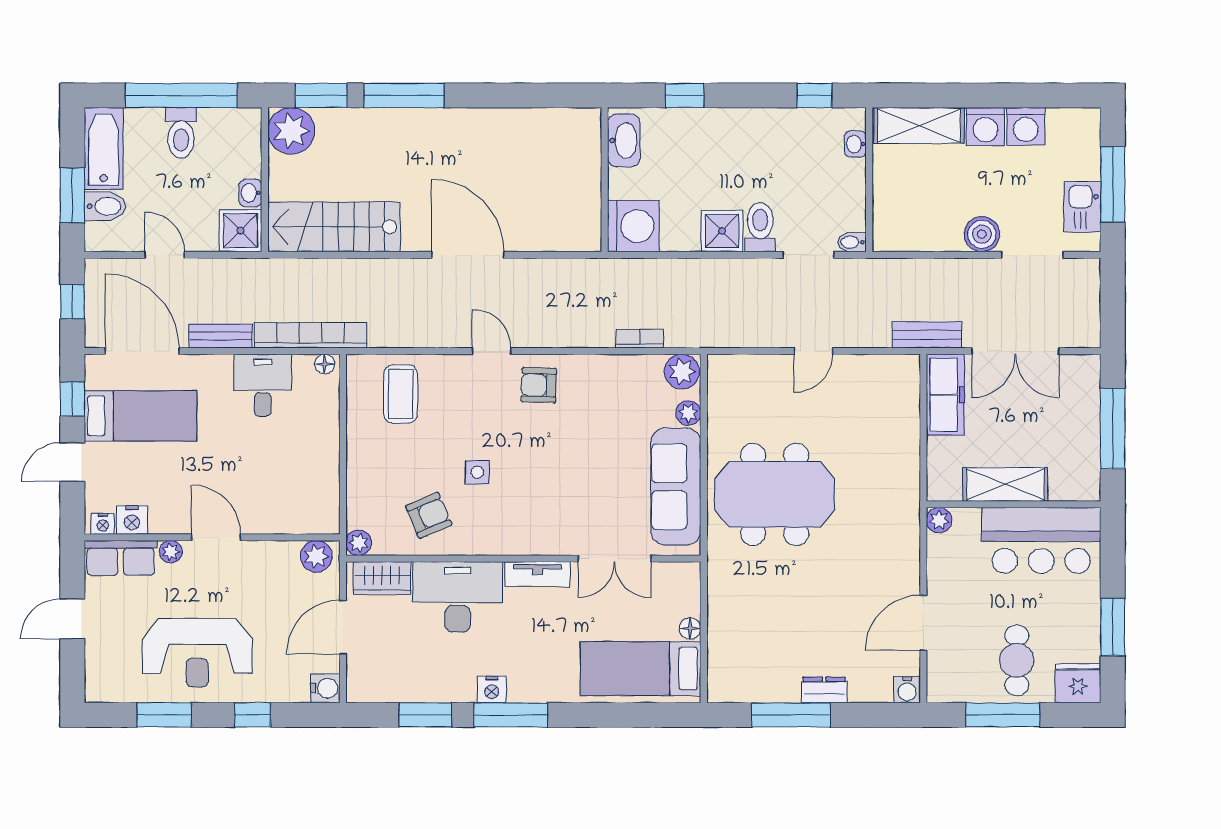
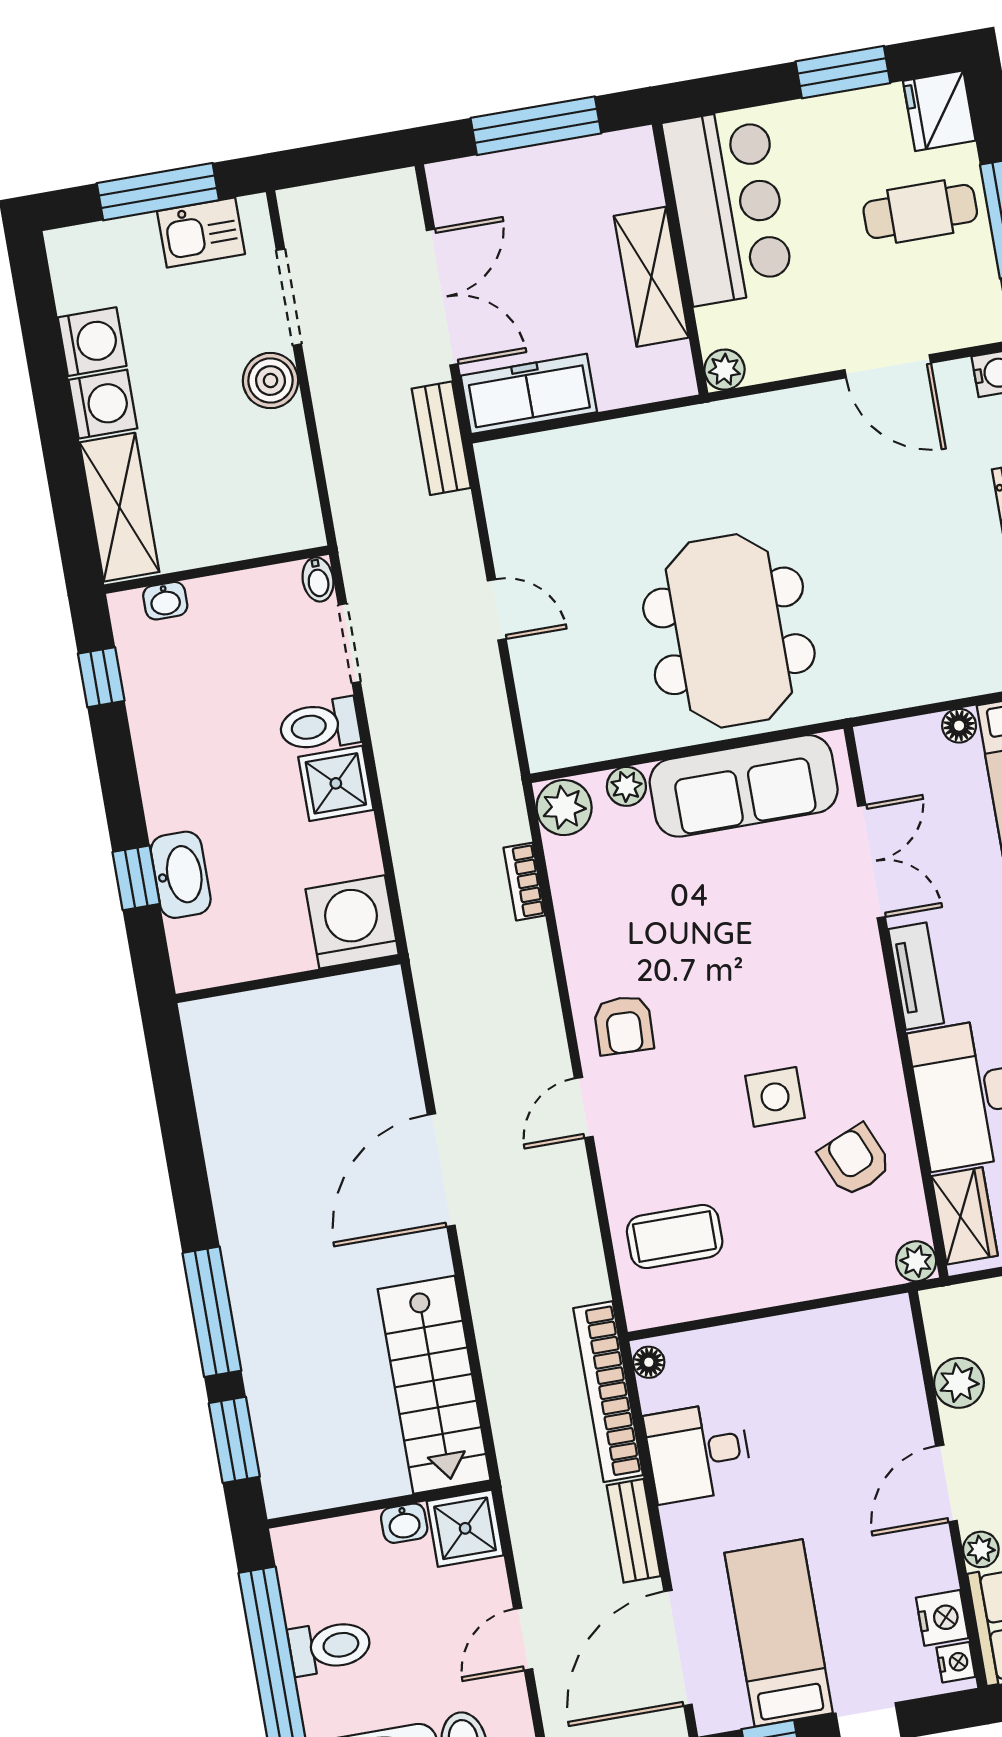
plant: (291, 131) -> (297, 1477), removed
washbasin: (624, 140) -> (181, 875), moved, turned 90
side table: (477, 472) -> (775, 1097), width x1.37, depth x1.37
plant: (316, 556) -> (959, 1383), moved

